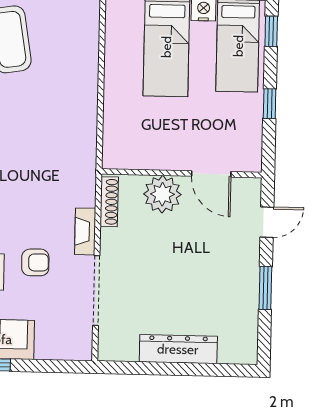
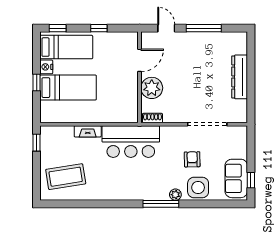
bar counter: (69, 155) -> (131, 142), added
shoe rack: (109, 202) -> (152, 118), width x0.70
fireplace: (85, 231) -> (88, 131), moved
window: (265, 288) -> (204, 28), width x1.44

